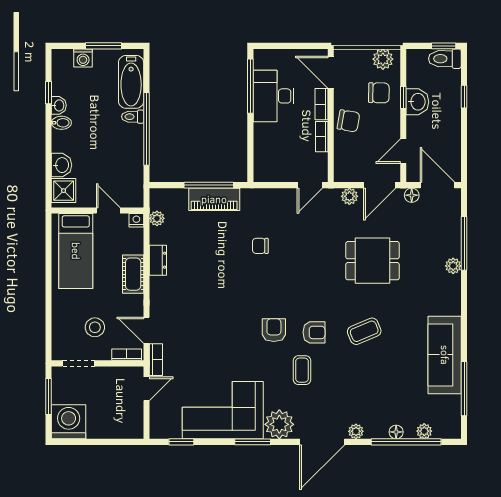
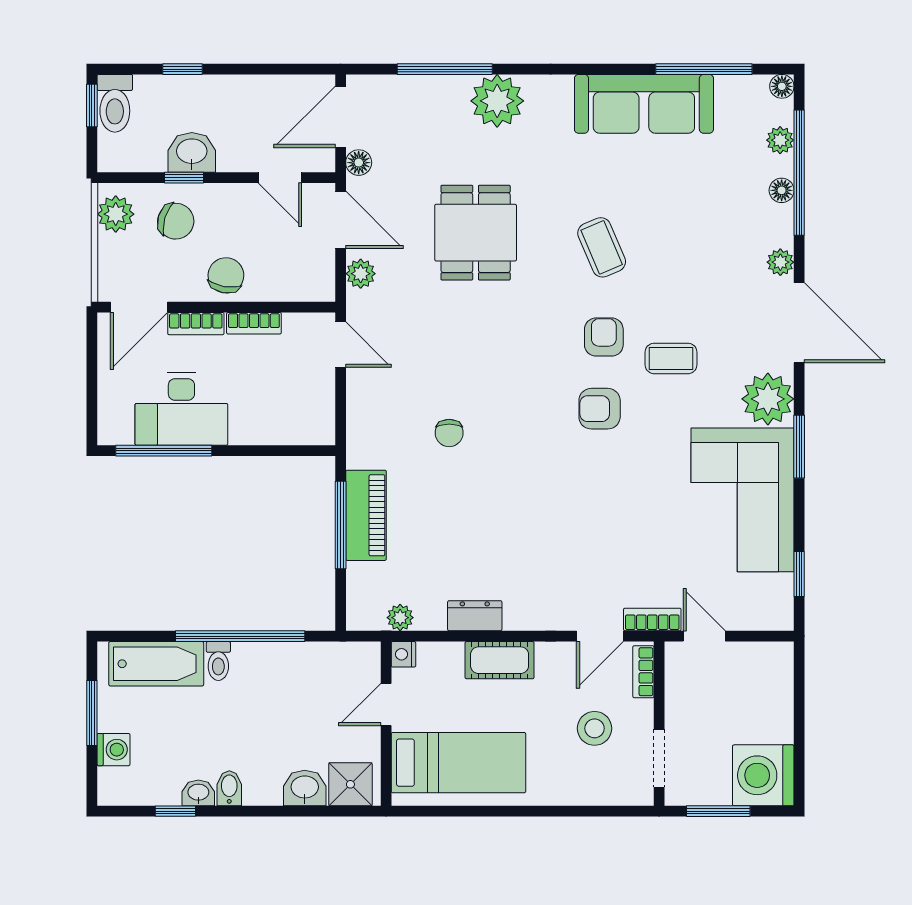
chair: (379, 93) -> (176, 221), turned 106
plant: (453, 266) -> (497, 101), width x1.88, depth x1.88
floor lamp: (454, 432) -> (782, 86), added

